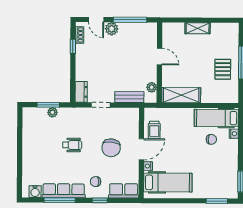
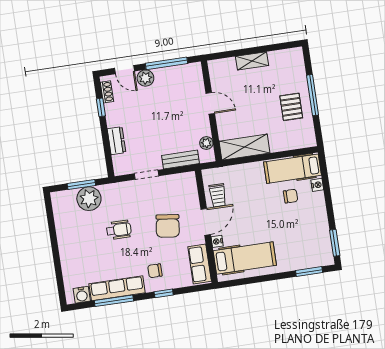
dresser: (81, 92) -> (117, 141), moved
plant: (52, 112) -> (89, 199), width x1.88, depth x1.88
row of seats: (124, 191) -> (200, 264), moved, turned -90

